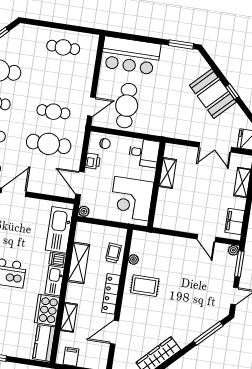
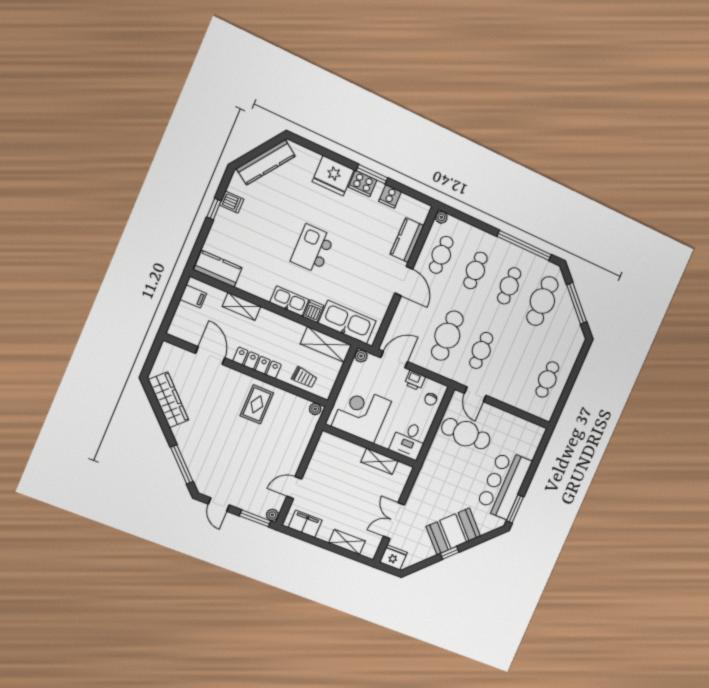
bar counter: (131, 56) -> (504, 484), moved
plant: (134, 260) -> (315, 409), moved
shelving: (79, 263) -> (326, 344), moved
cooker: (47, 310) -> (257, 283), removed

